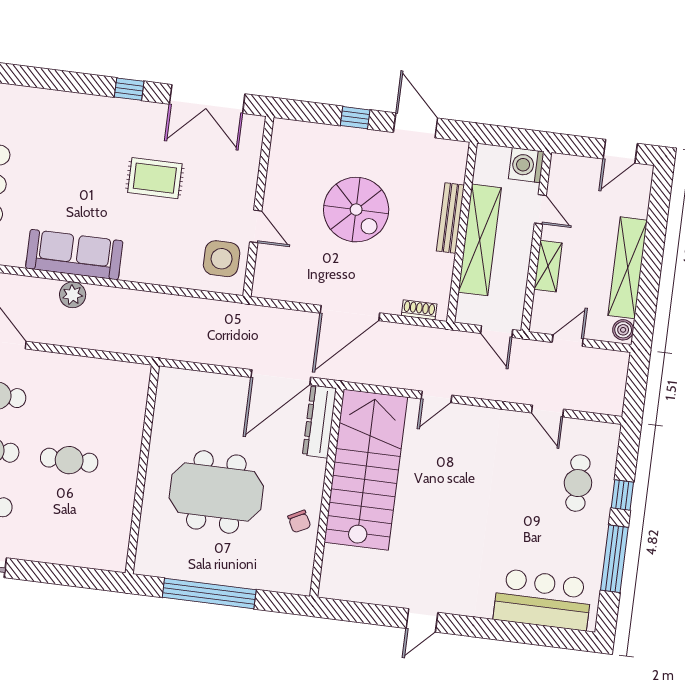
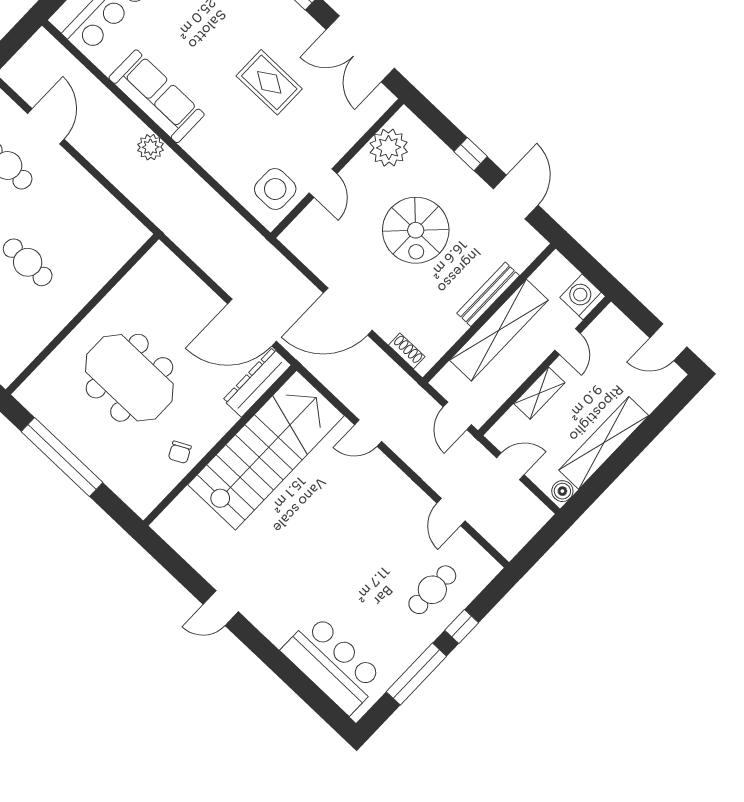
plant: (287, 160) -> (389, 148), added
plant: (73, 295) -> (151, 147), moved

